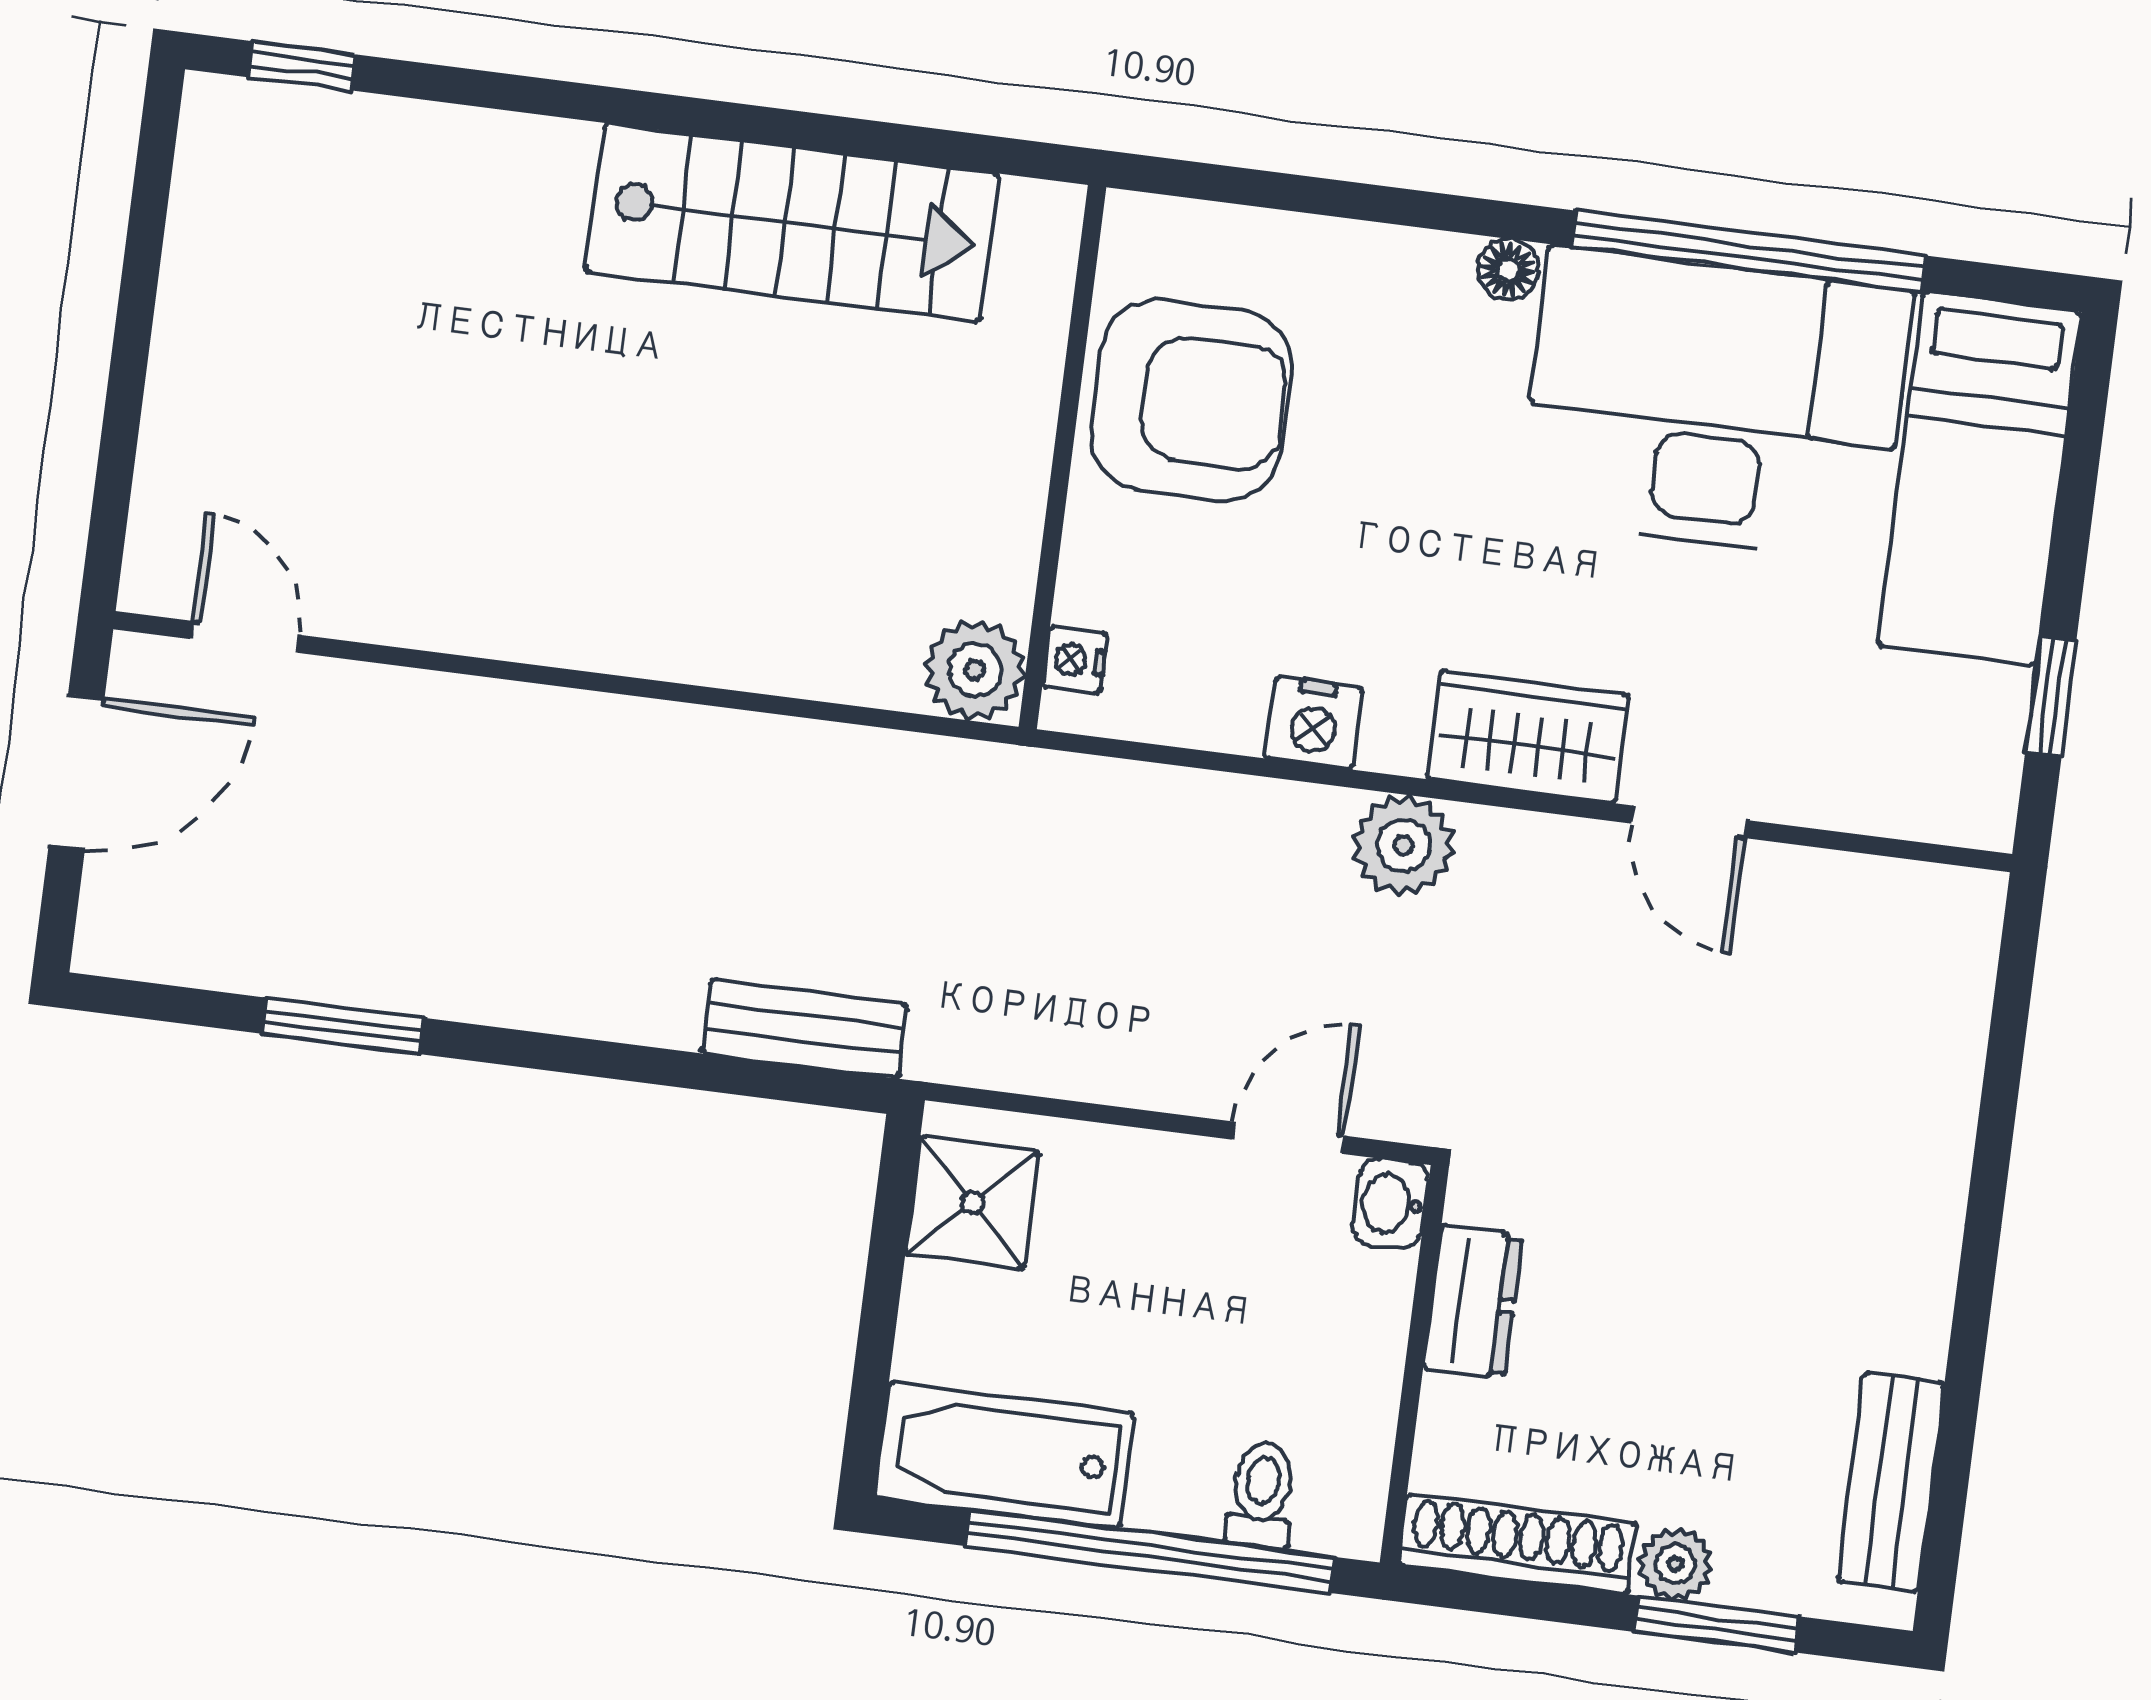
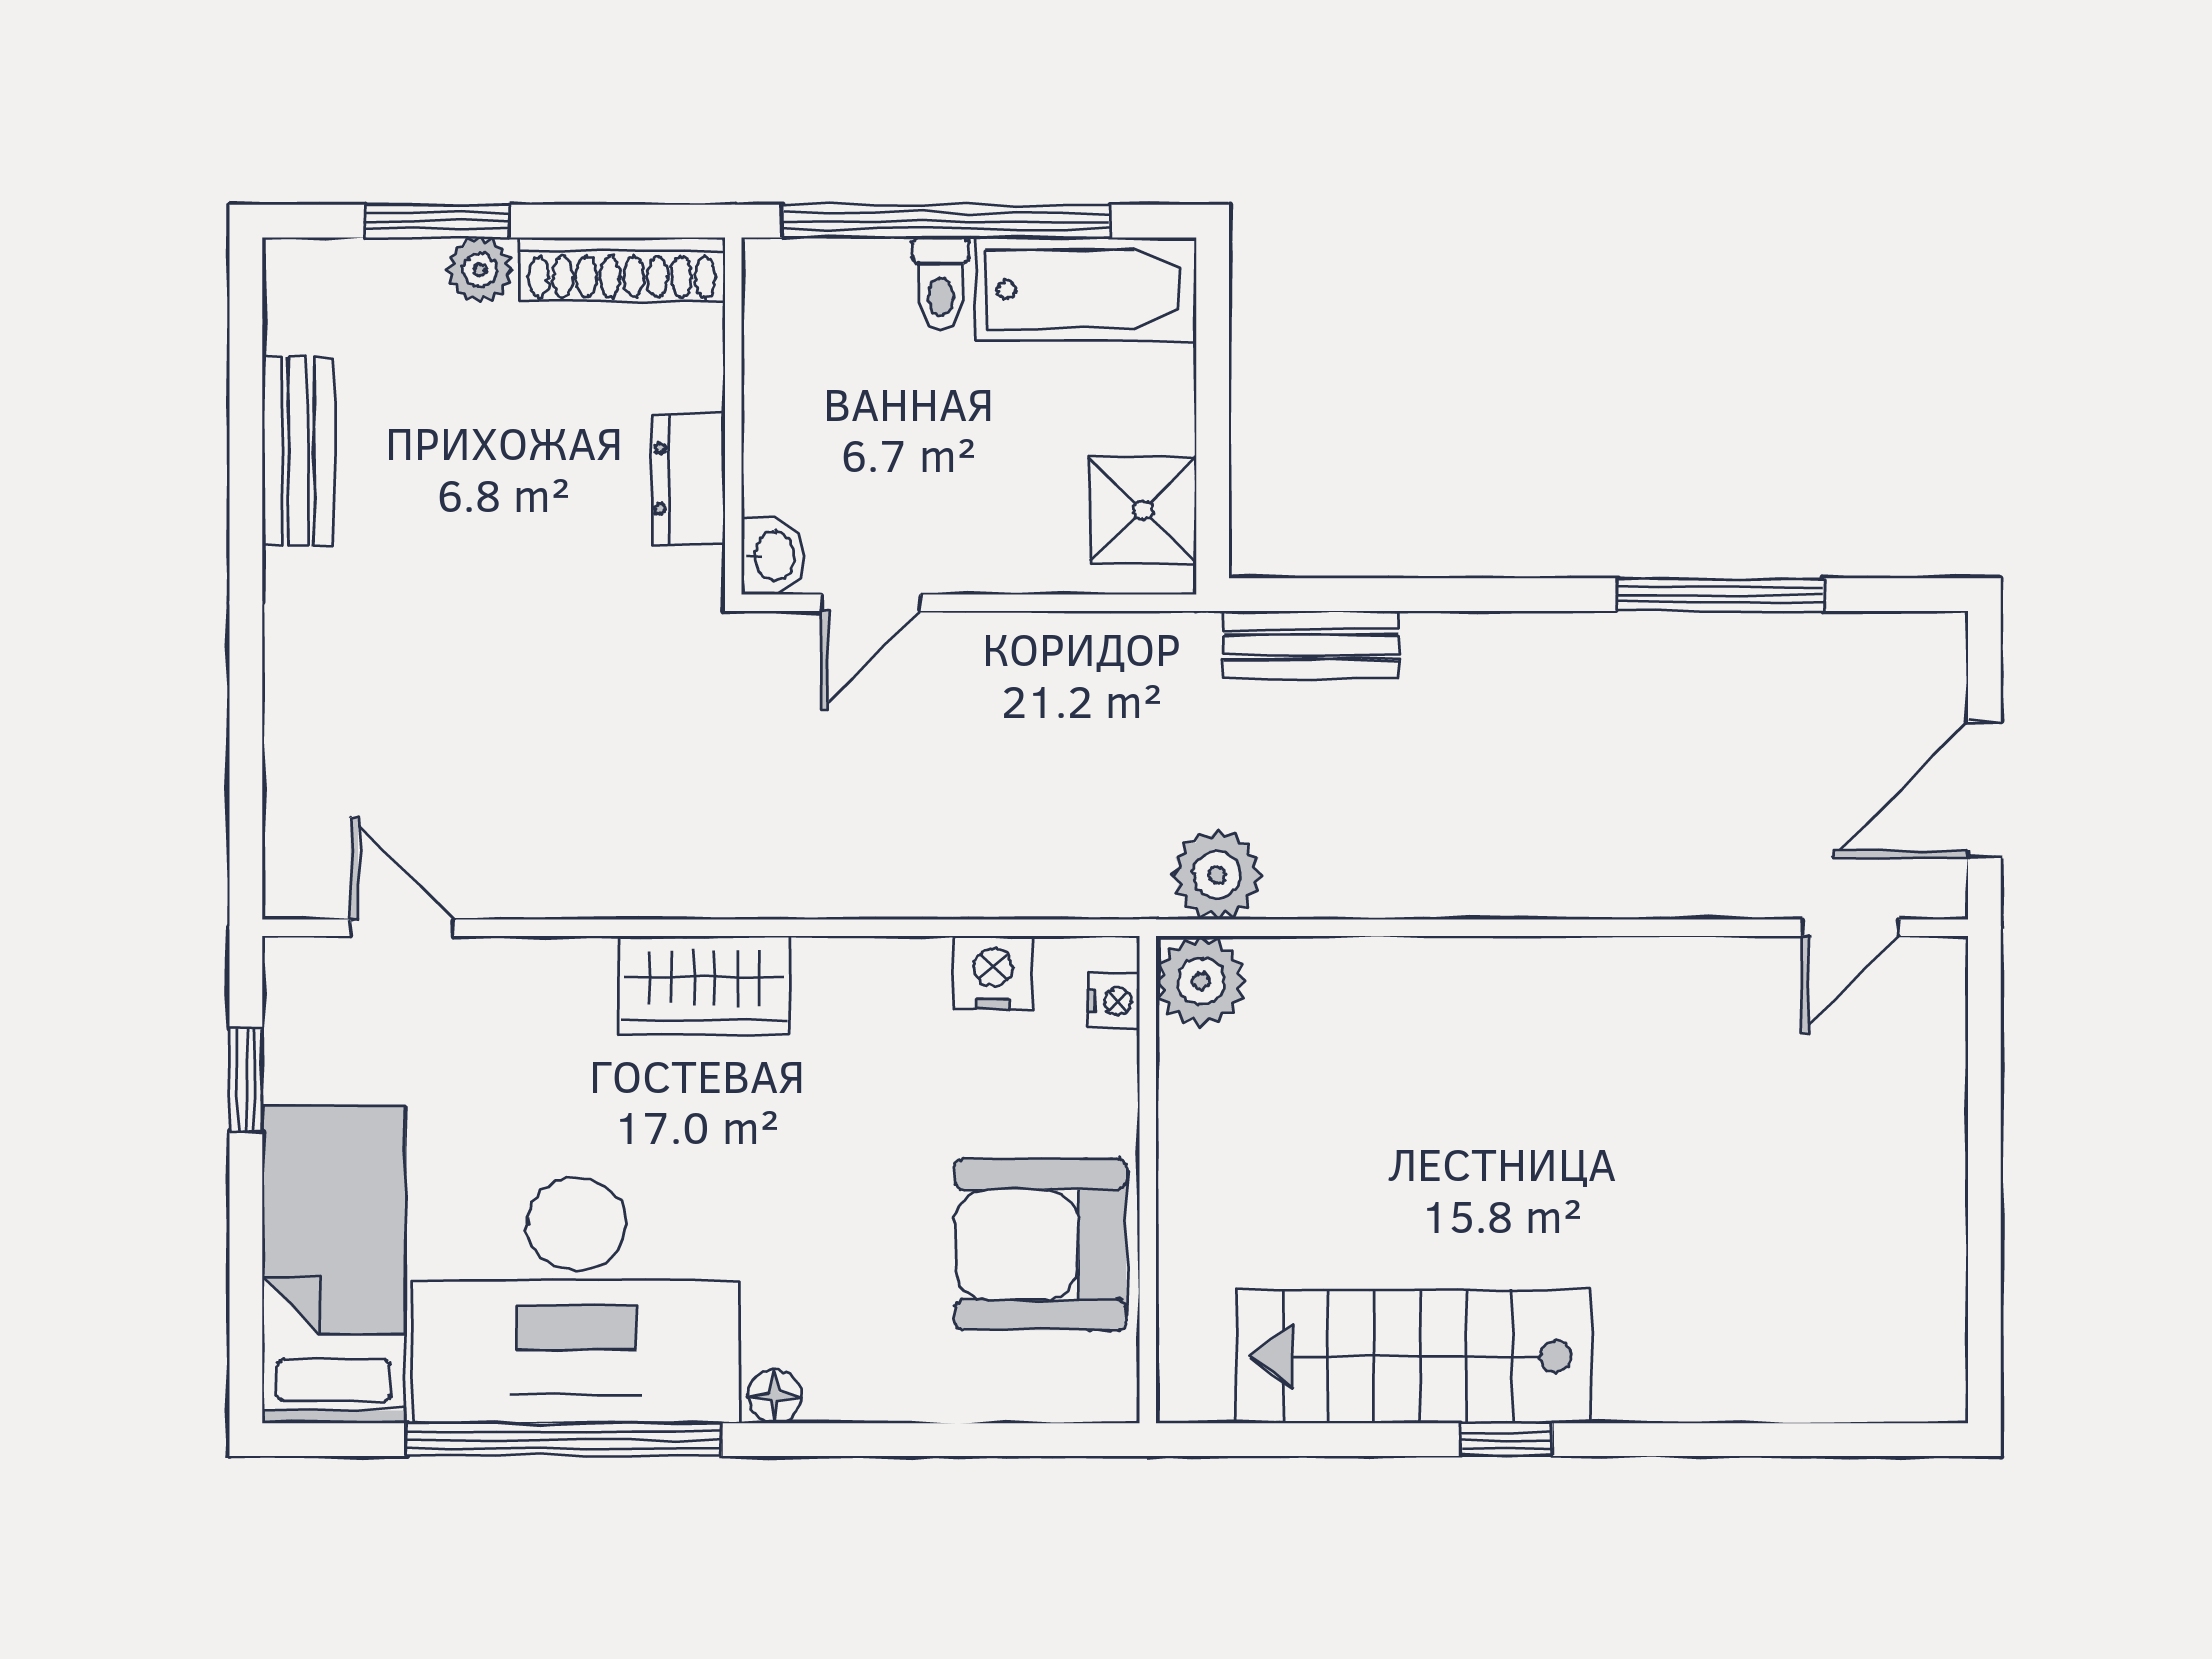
window: (302, 66) -> (1507, 1440), moved
door: (245, 637) -> (1851, 928), hinge flipped
nightstand: (1314, 723) -> (993, 973), moved
door: (1689, 822) -> (402, 928), moved
plant: (1403, 845) -> (1217, 875), moved
window: (343, 1026) -> (1720, 595), width x1.44
bench: (1891, 1482) -> (298, 451), moved
toilet: (1262, 1495) -> (941, 284), moved

